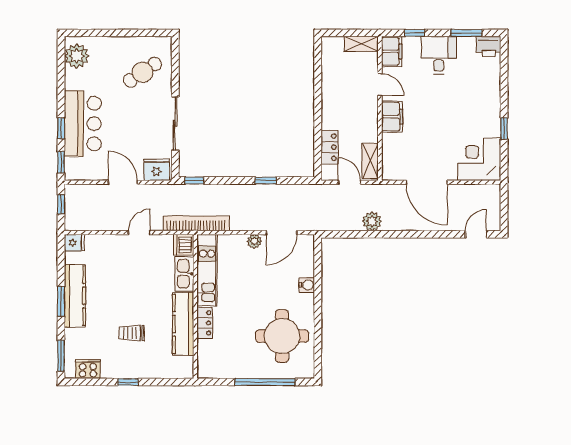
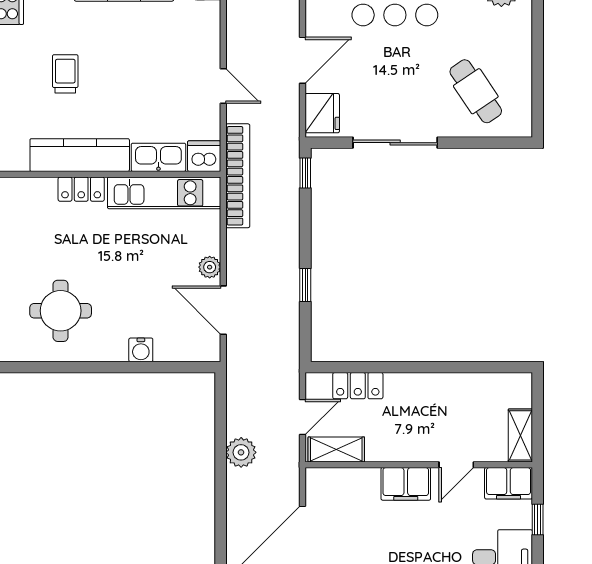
round table: (282, 336) -> (61, 311), width x0.73, depth x0.73

